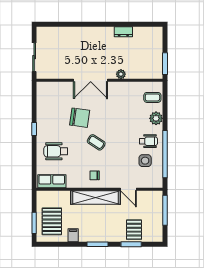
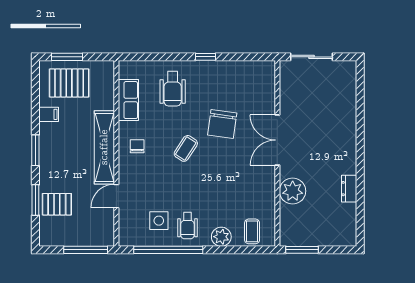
plant: (121, 74) -> (293, 191), width x1.87, depth x1.87
wheelchair: (56, 151) -> (173, 89), turned 180
row of seats: (52, 181) -> (128, 100), moved

